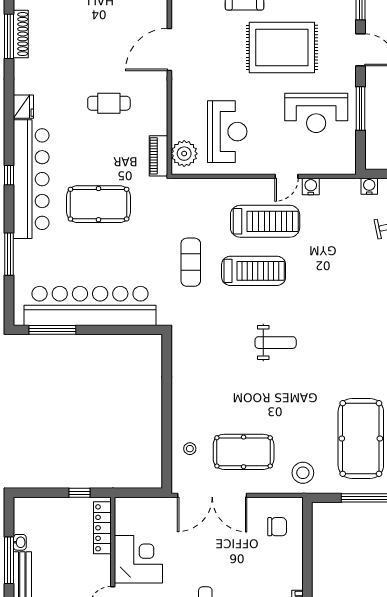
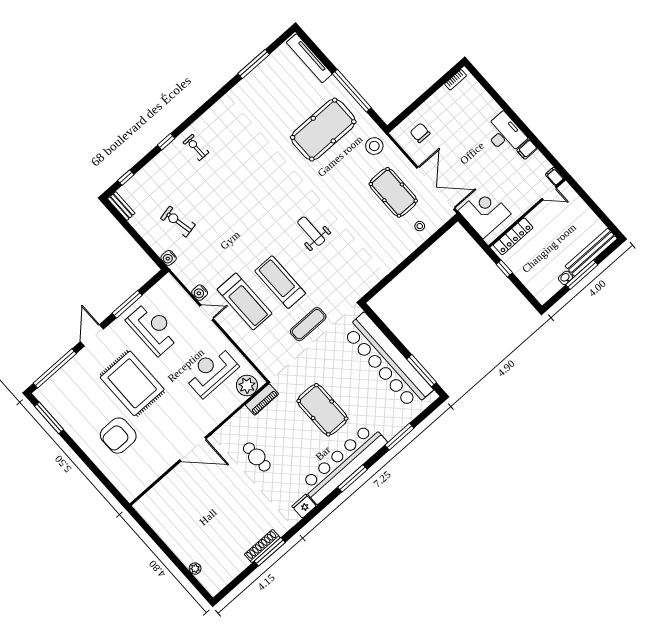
window: (9, 175) -> (352, 478), width x2.17
treadmill: (265, 221) -> (245, 302), turned 180
corner desk: (138, 559) -> (484, 212), moved, turned 90

